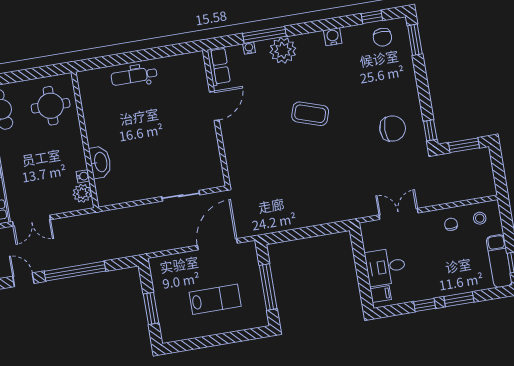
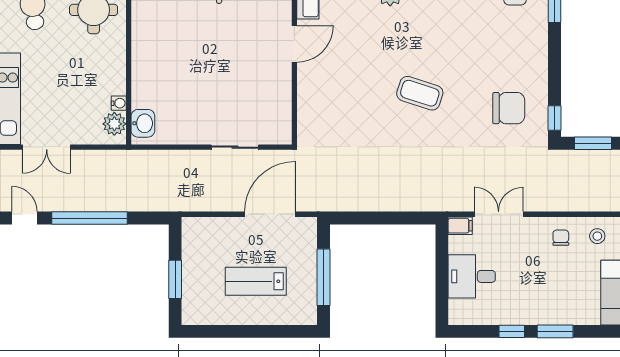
coffee table: (310, 114) -> (420, 93), moved
washbasin: (100, 162) -> (143, 123), moved, width x0.72
filing cabinet: (381, 294) -> (460, 226), moved
lab bench: (215, 299) -> (256, 281), turned 180

